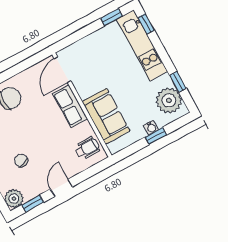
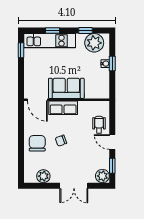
window: (146, 24) -> (52, 30), moved
sofa: (106, 116) -> (66, 88), moved
wheelchair: (87, 148) -> (99, 125), moved
chair: (21, 161) -> (61, 141), moved

